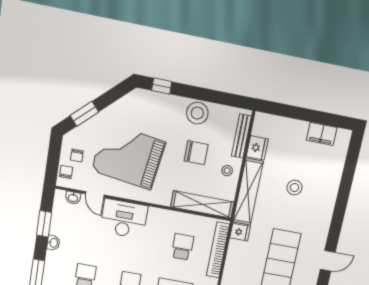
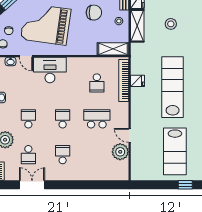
shelving: (248, 192) -> (137, 26), width x0.68
shelving: (202, 204) -> (113, 49), width x0.68
fridge: (240, 232) -> (138, 81), moved
school desk: (182, 247) -> (97, 83), turned 180

